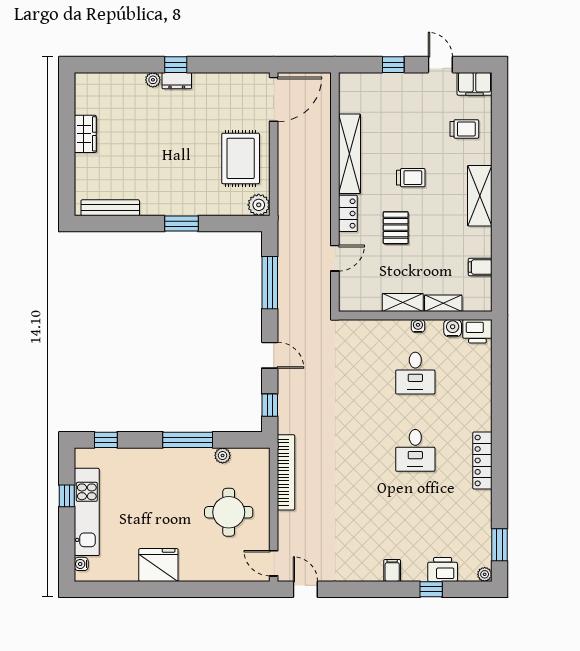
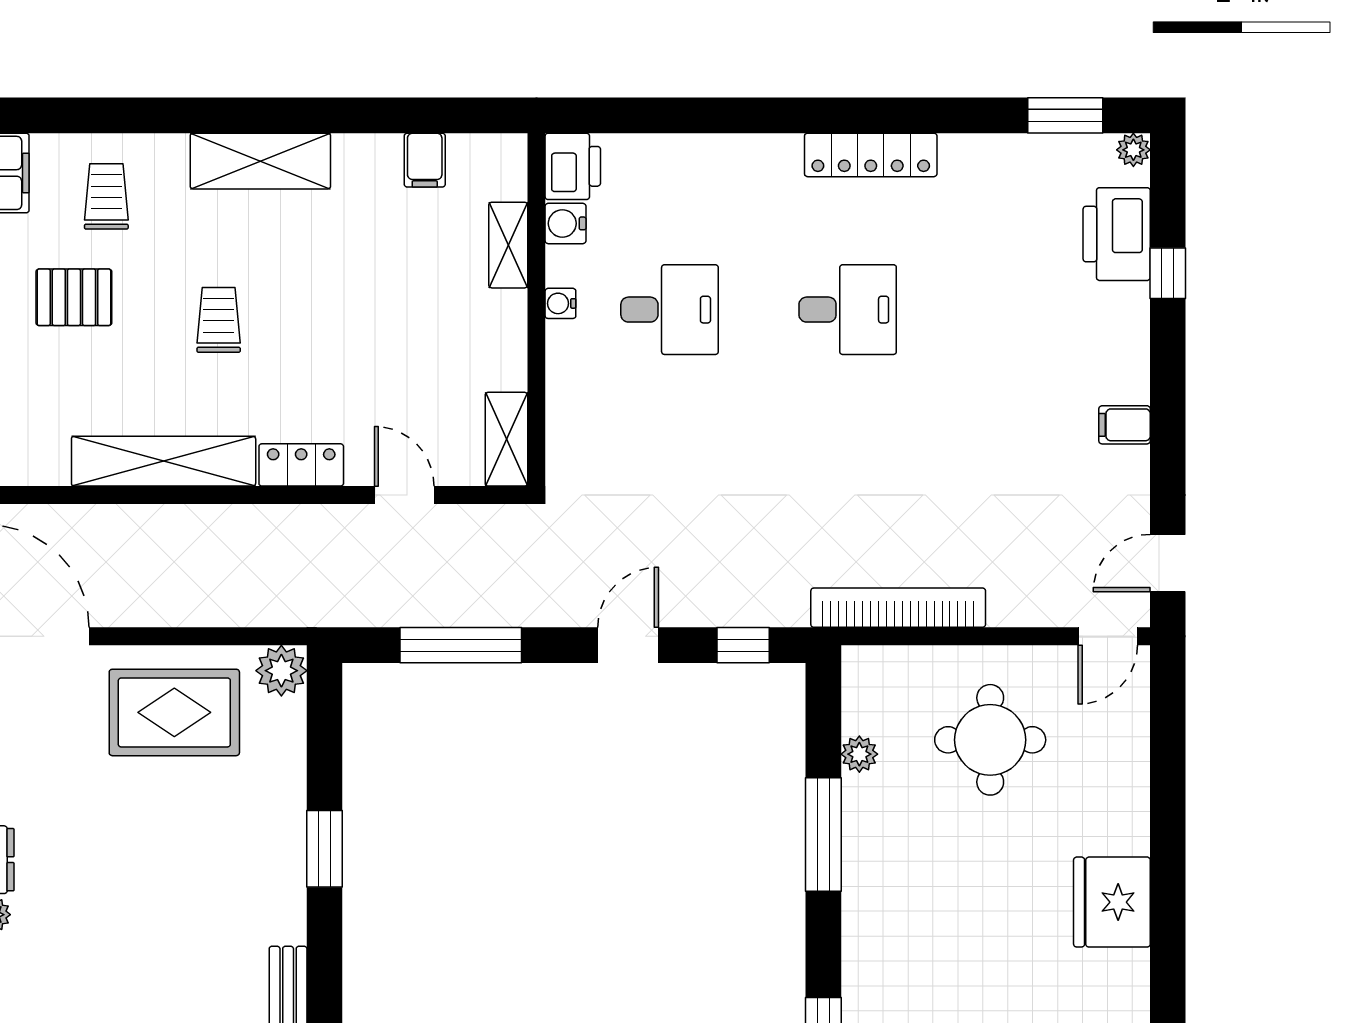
pallet: (396, 228) -> (74, 297), moved
shelving: (403, 302) -> (506, 439), moved
printer: (443, 569) -> (1117, 234), width x1.37, depth x1.19
filing cabinet: (392, 570) -> (1125, 425), moved

